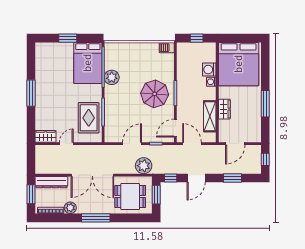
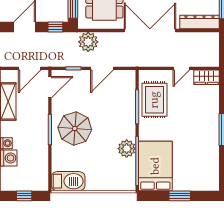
barbecue: (167, 48) -> (68, 181), width x1.88, depth x1.53
door: (192, 144) -> (30, 68), hinge flipped

